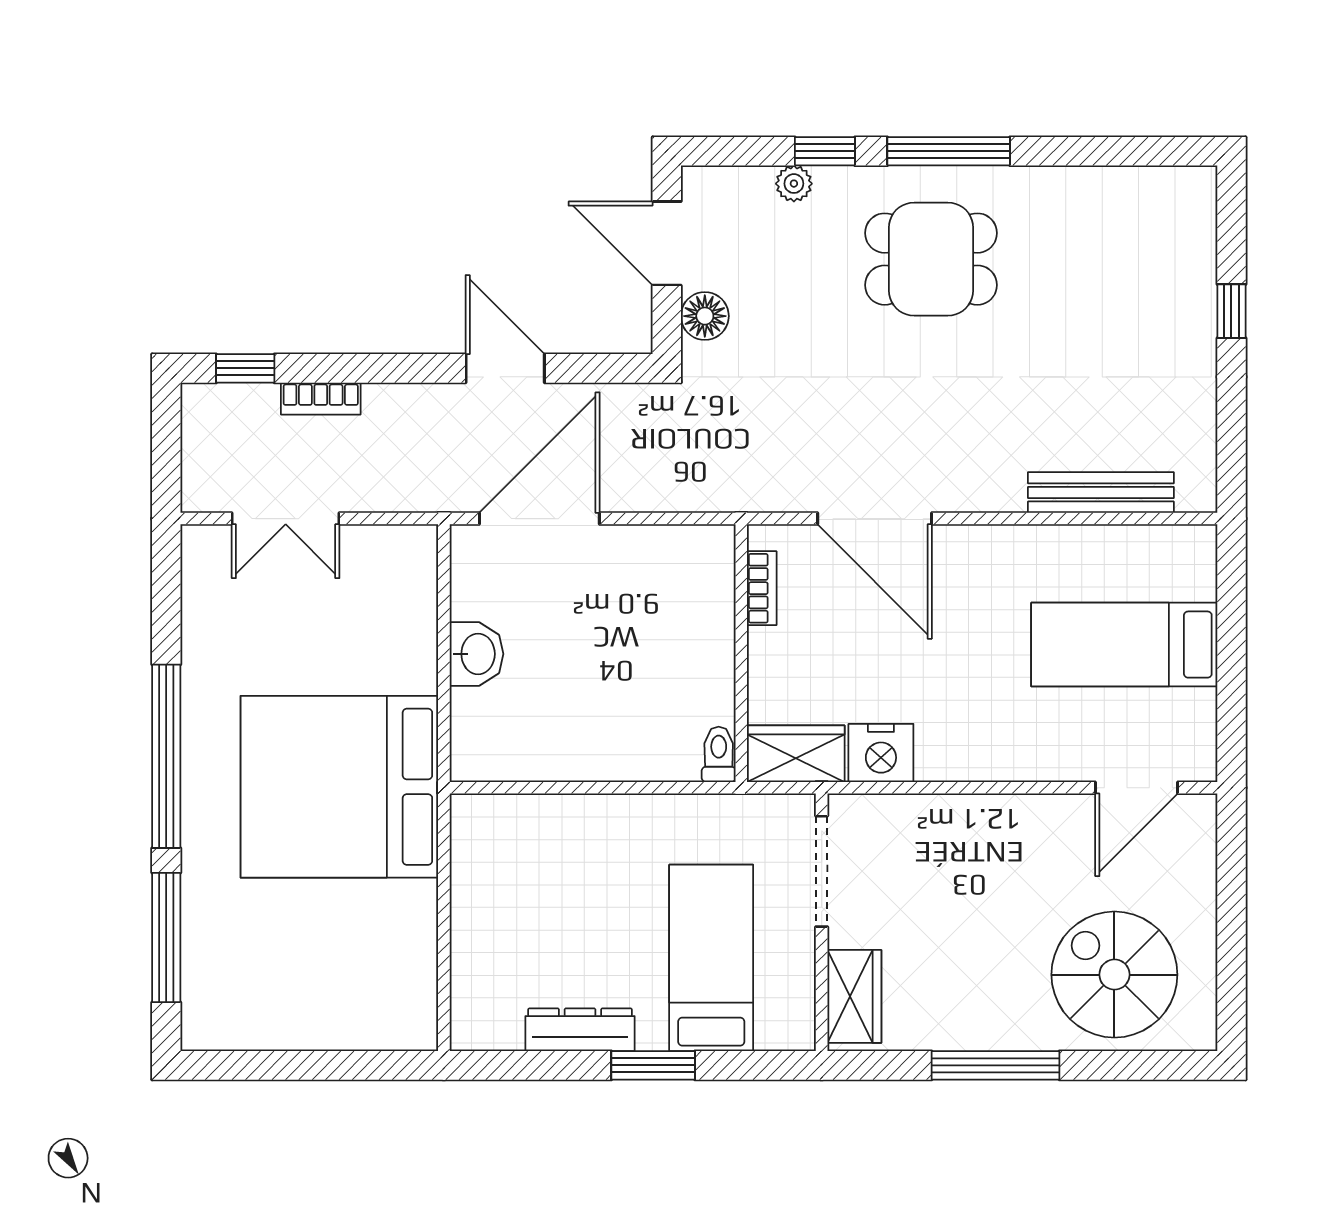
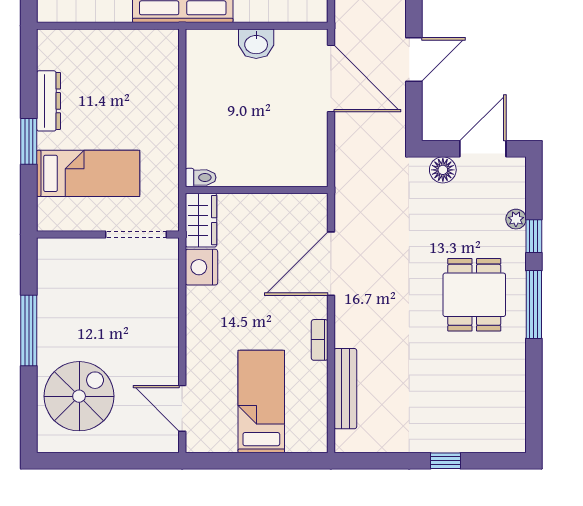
bookcase: (762, 588) -> (320, 340), moved, turned 90
wardrobe: (854, 996) -> (67, 252), removed

